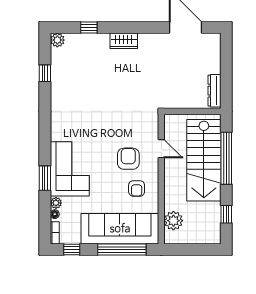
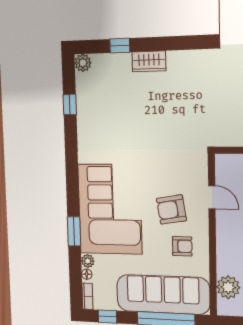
wardrobe: (124, 41) -> (149, 61), moved
armchair: (128, 159) -> (171, 209), turned -99
corner sofa: (70, 169) -> (110, 209), width x1.36, depth x1.36
armchair: (137, 188) -> (182, 246), turned -90

